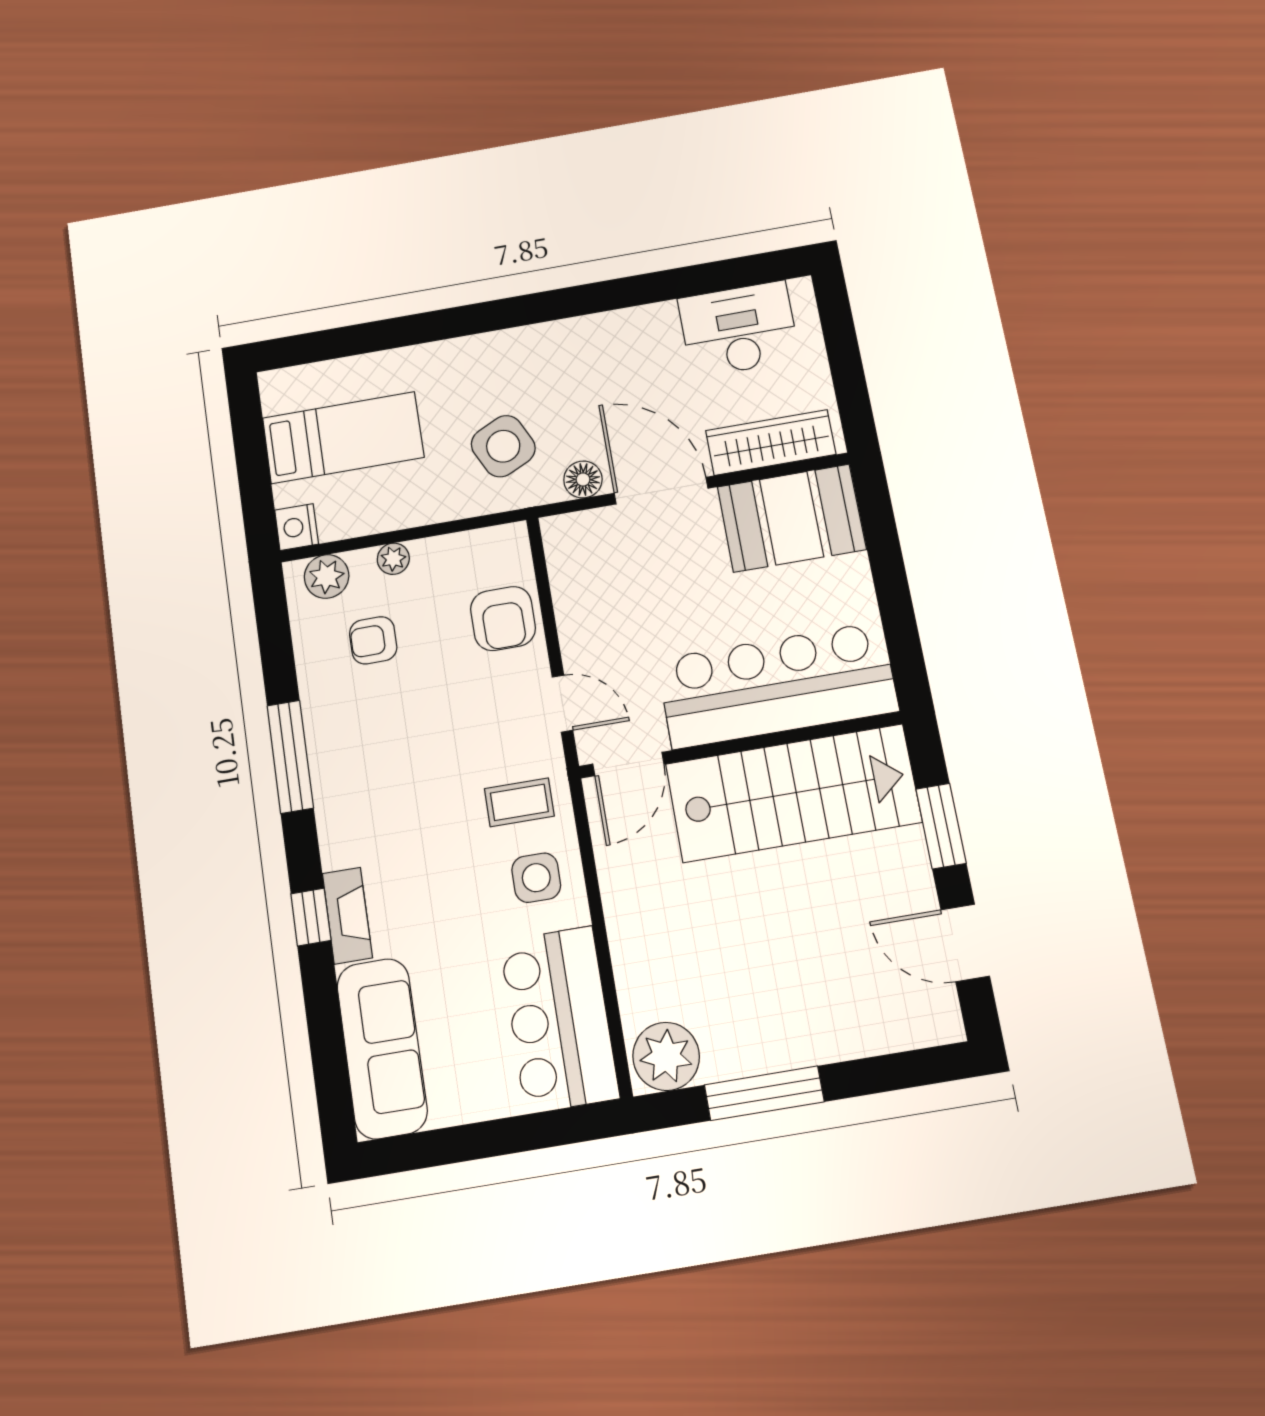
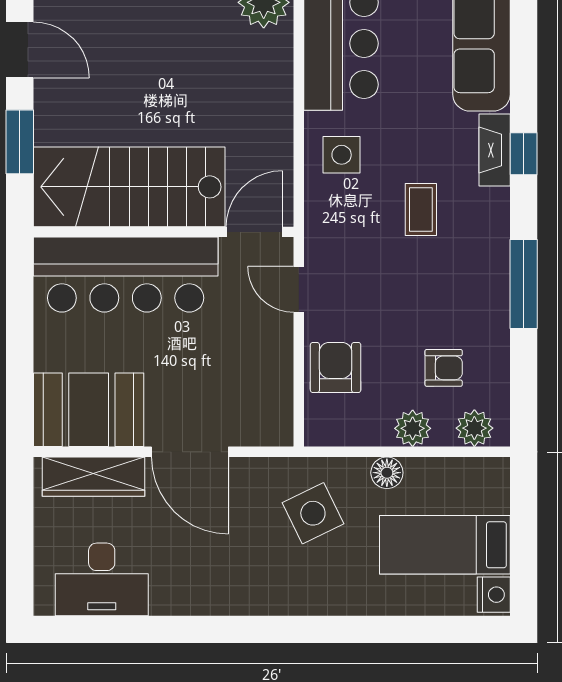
floor lamp: (583, 479) -> (387, 473), moved
nightstand: (297, 527) -> (494, 595), moved
plant: (393, 559) -> (413, 428), width x1.38, depth x1.38
coffee table: (519, 802) -> (421, 210), moved, turned 90

